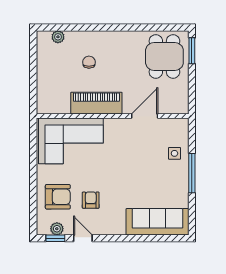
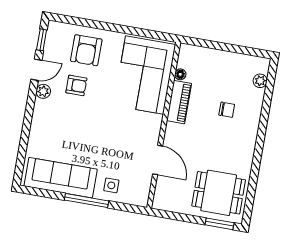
piano: (96, 103) -> (179, 102), width x0.73, depth x0.75
floor lamp: (65, 109) -> (180, 74), added
sofa: (157, 222) -> (61, 178), moved, turned -90
plant: (57, 229) -> (43, 91), moved

